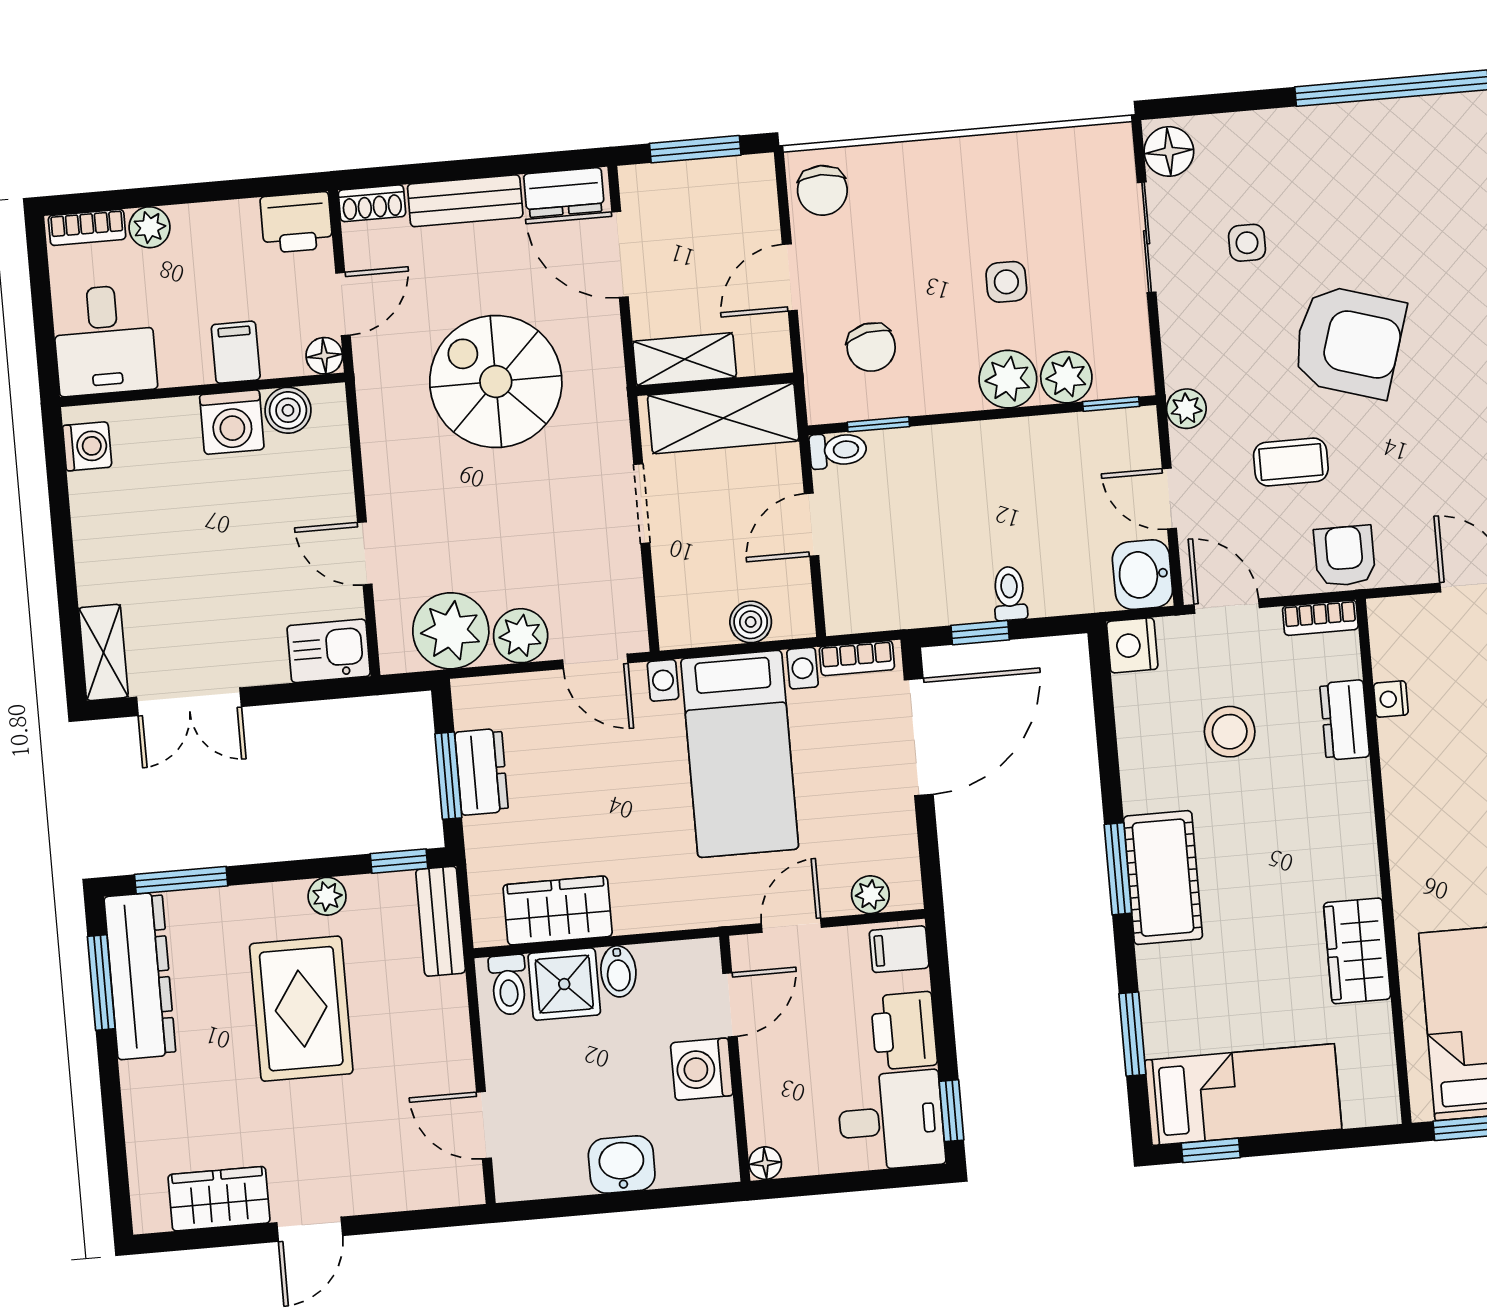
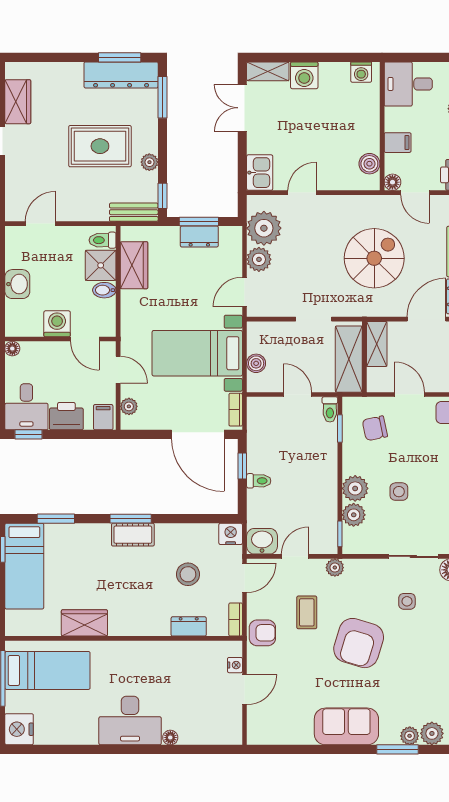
washing machine: (232, 422) -> (304, 75), moved, turned -90
nightstand: (1391, 699) -> (235, 665), moved, turned 90
cot: (1163, 878) -> (133, 535), width x0.73, depth x0.75

